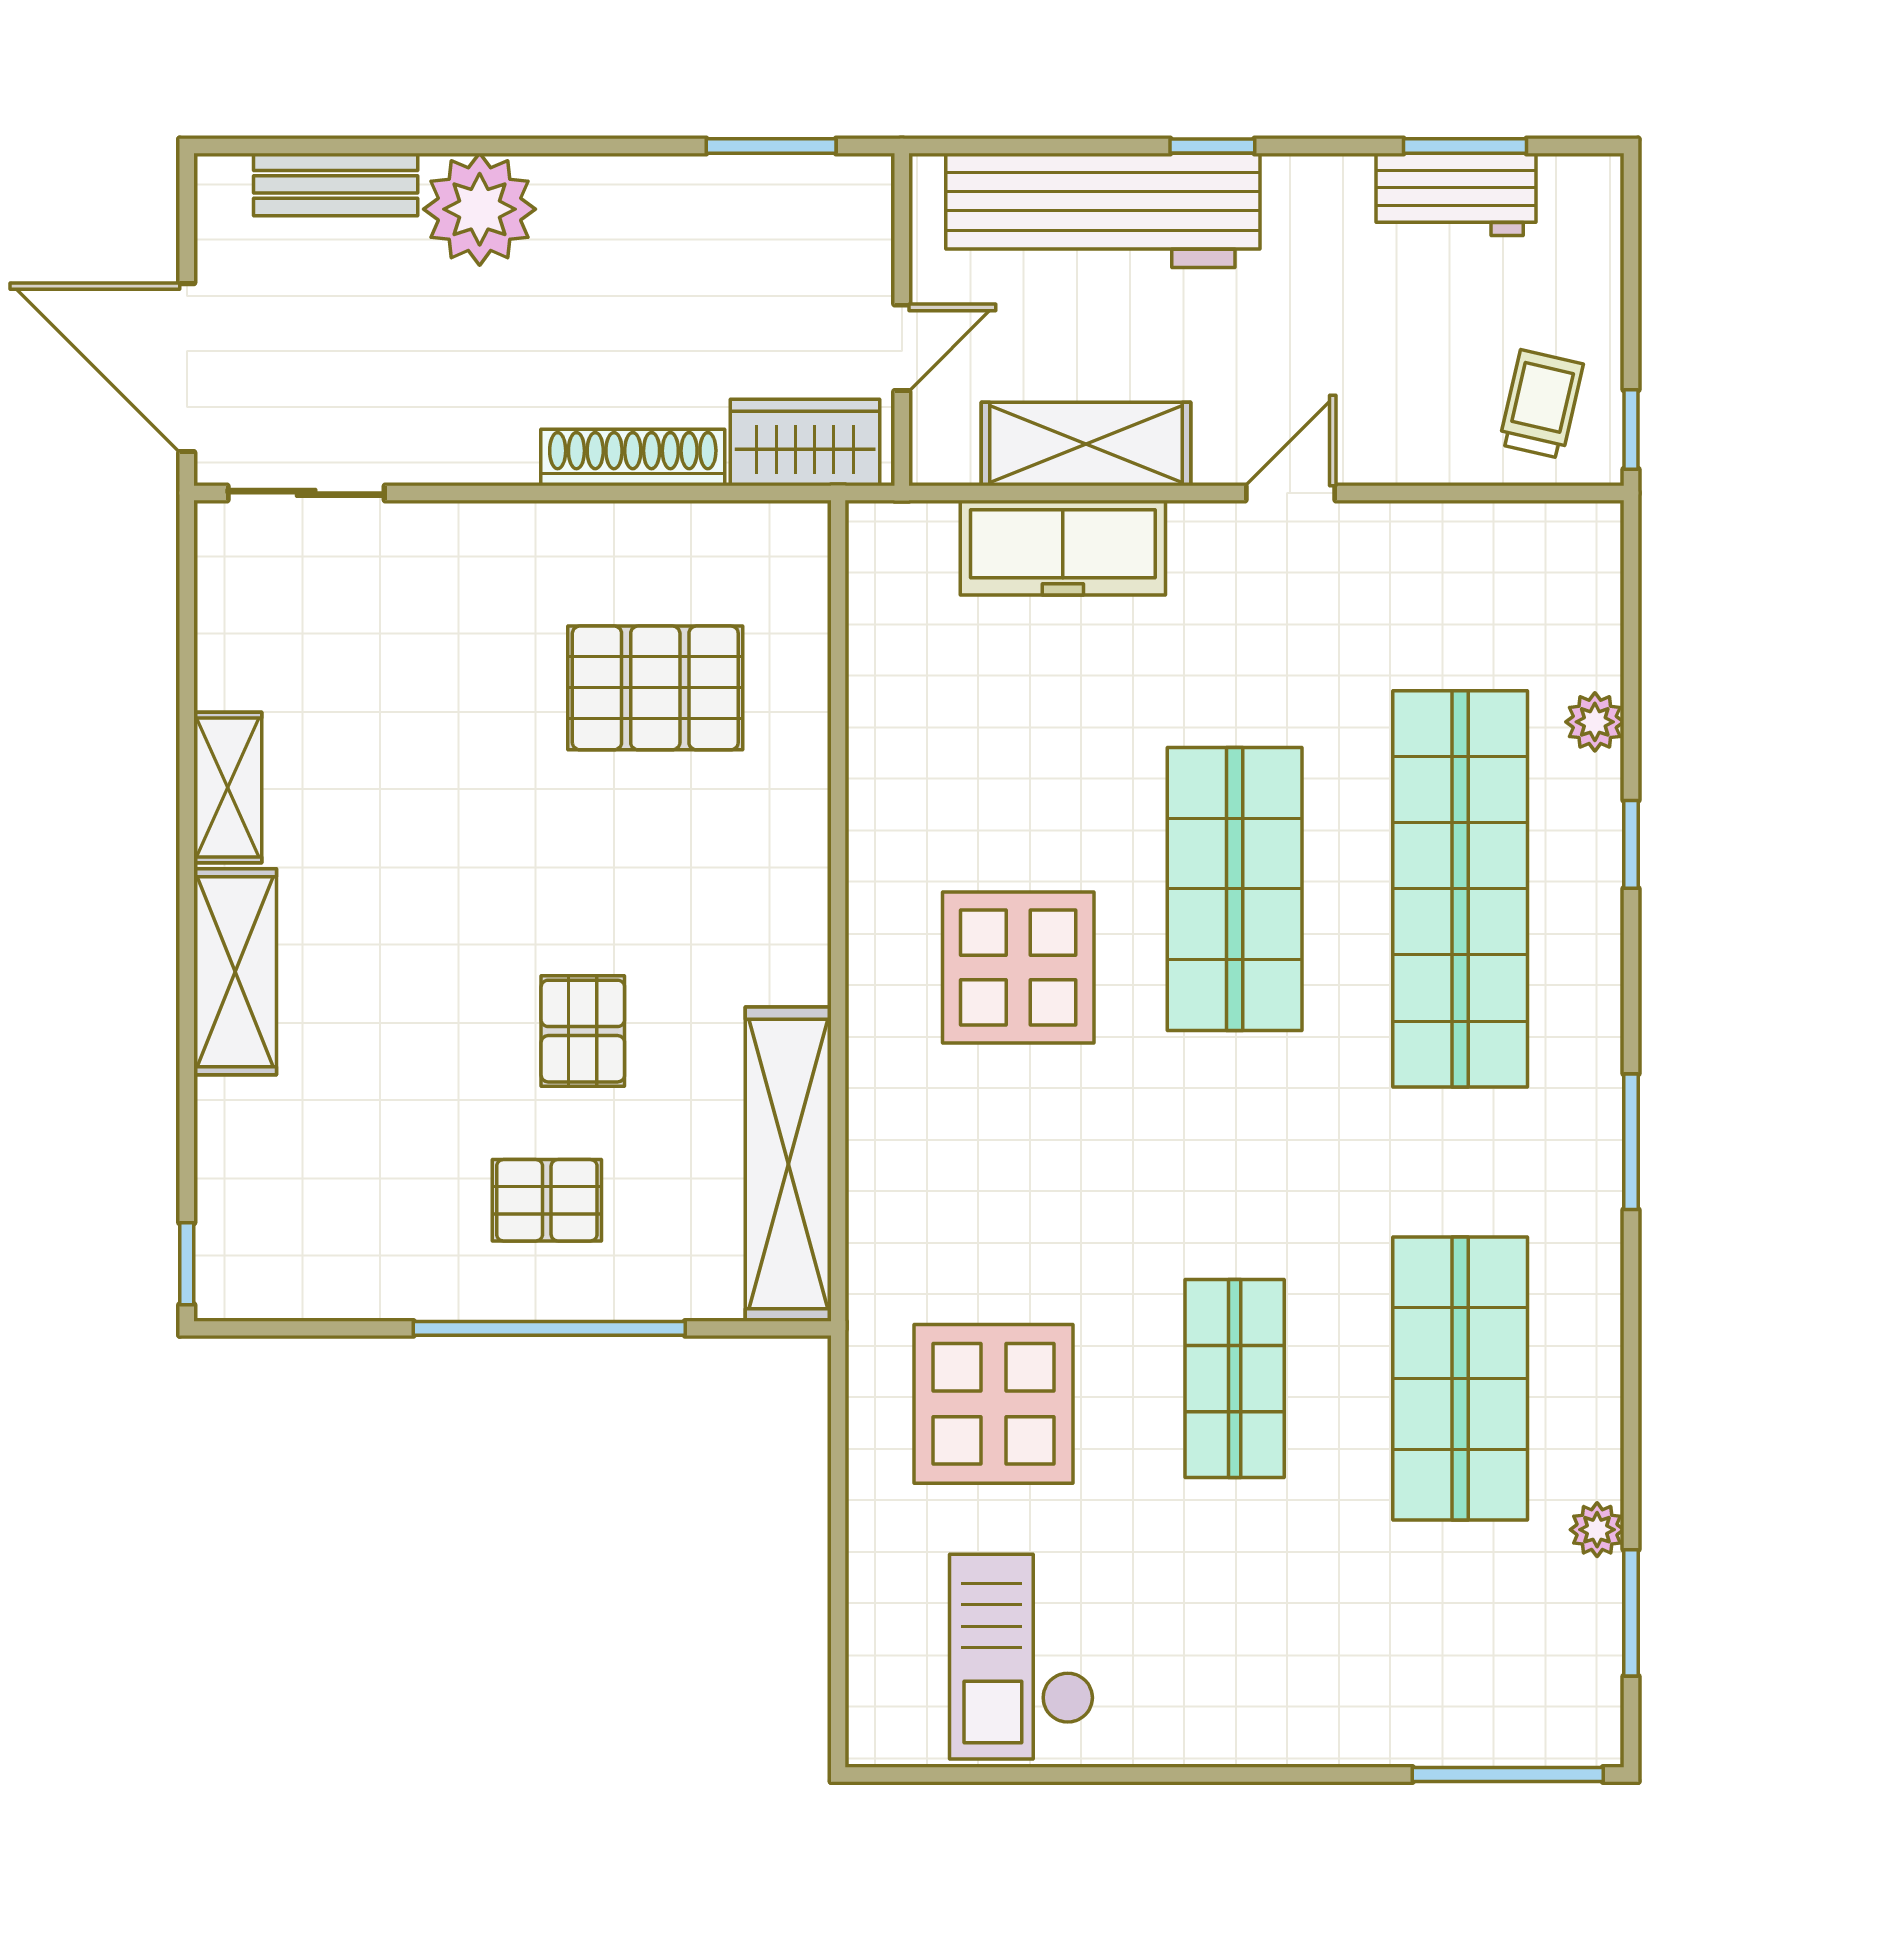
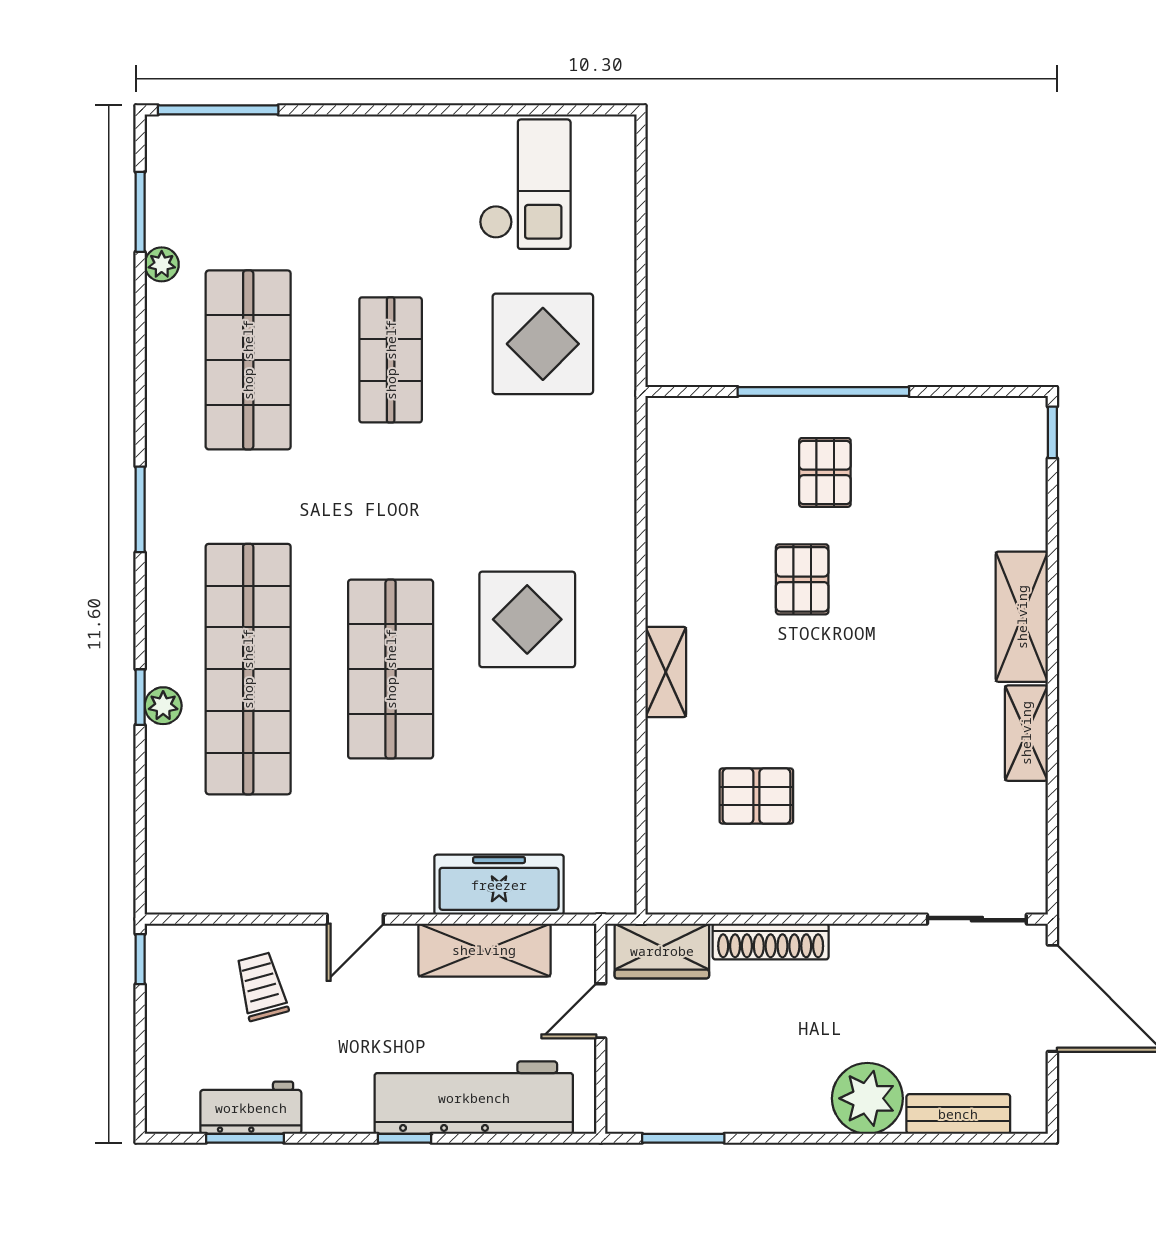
trolley: (1541, 404) -> (262, 987), moved, turned 152
pallet: (655, 688) -> (756, 796), width x0.67, depth x0.71
plant: (1595, 722) -> (163, 706), moved
shelving: (788, 1164) -> (666, 672), moved, width x0.45, depth x0.75
pallet: (547, 1200) -> (825, 472), turned 90

